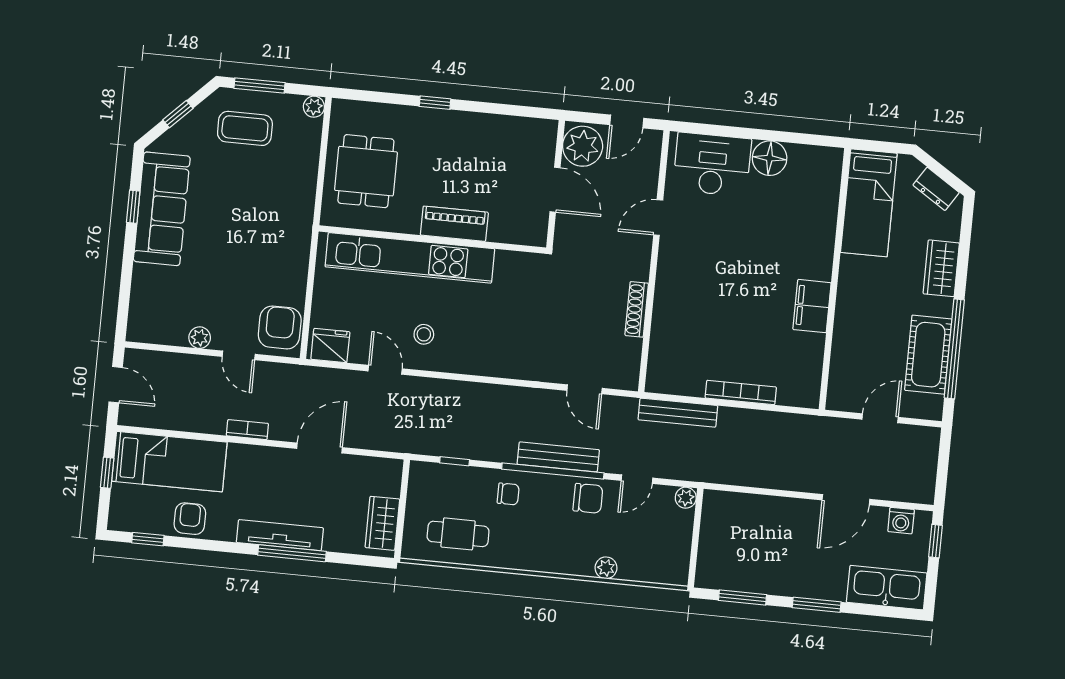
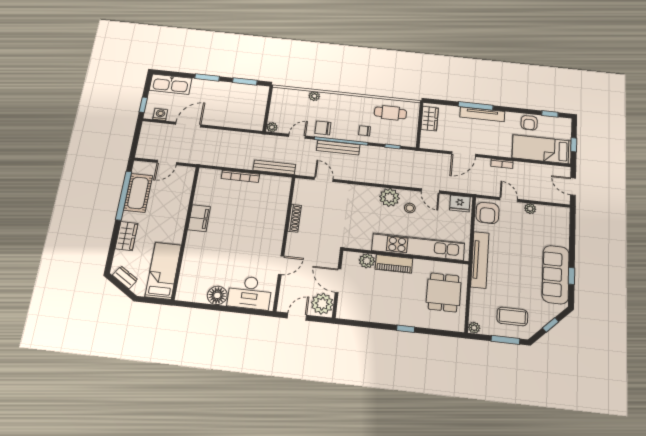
plant: (503, 229) -> (367, 261), added
tv unit: (298, 235) -> (480, 260), added
plant: (461, 355) -> (389, 197), added

